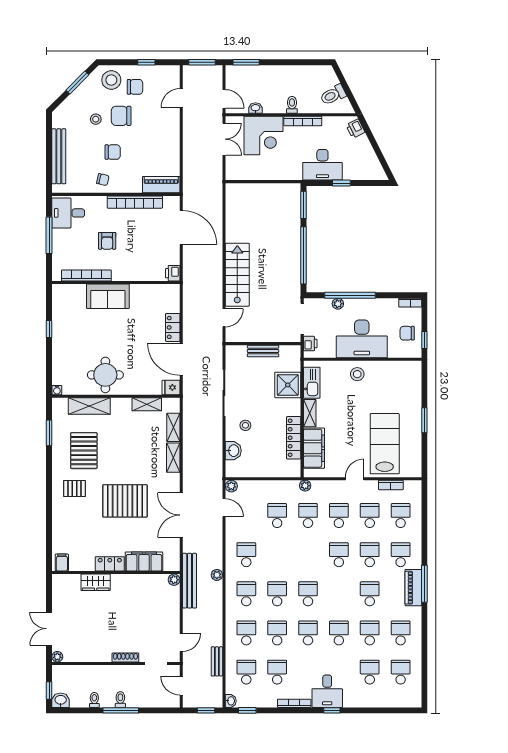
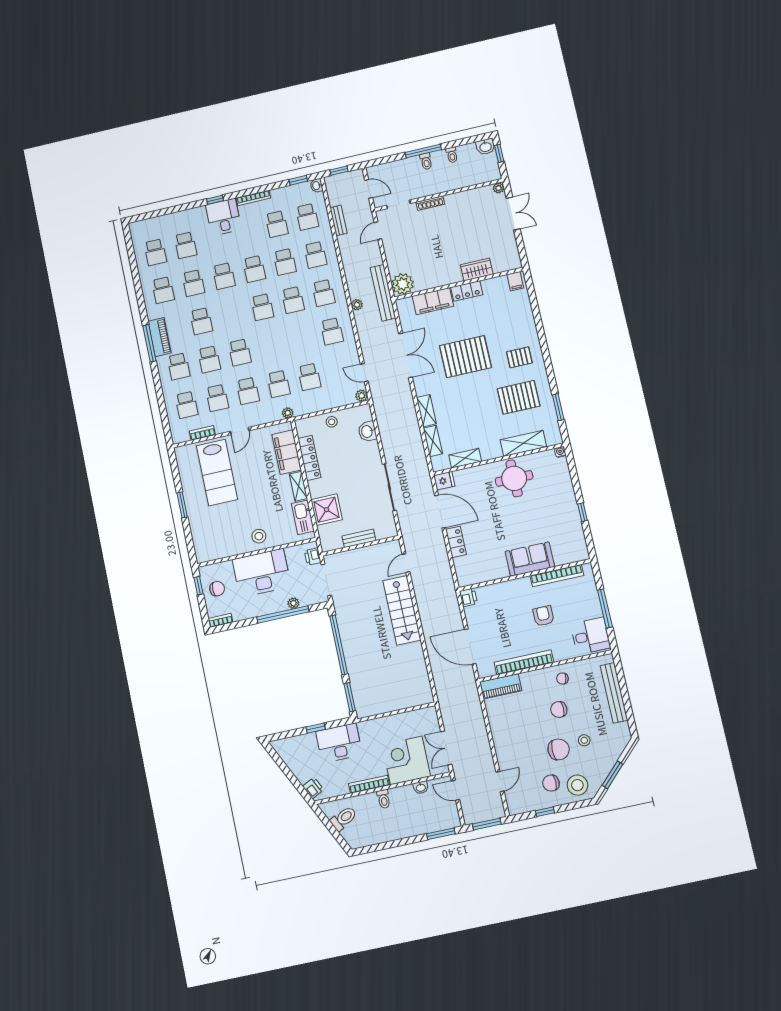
stool: (245, 425) -> (332, 422), moved
pallet: (84, 451) -> (519, 397), turned 90
plant: (174, 580) -> (403, 284), width x1.87, depth x1.87

